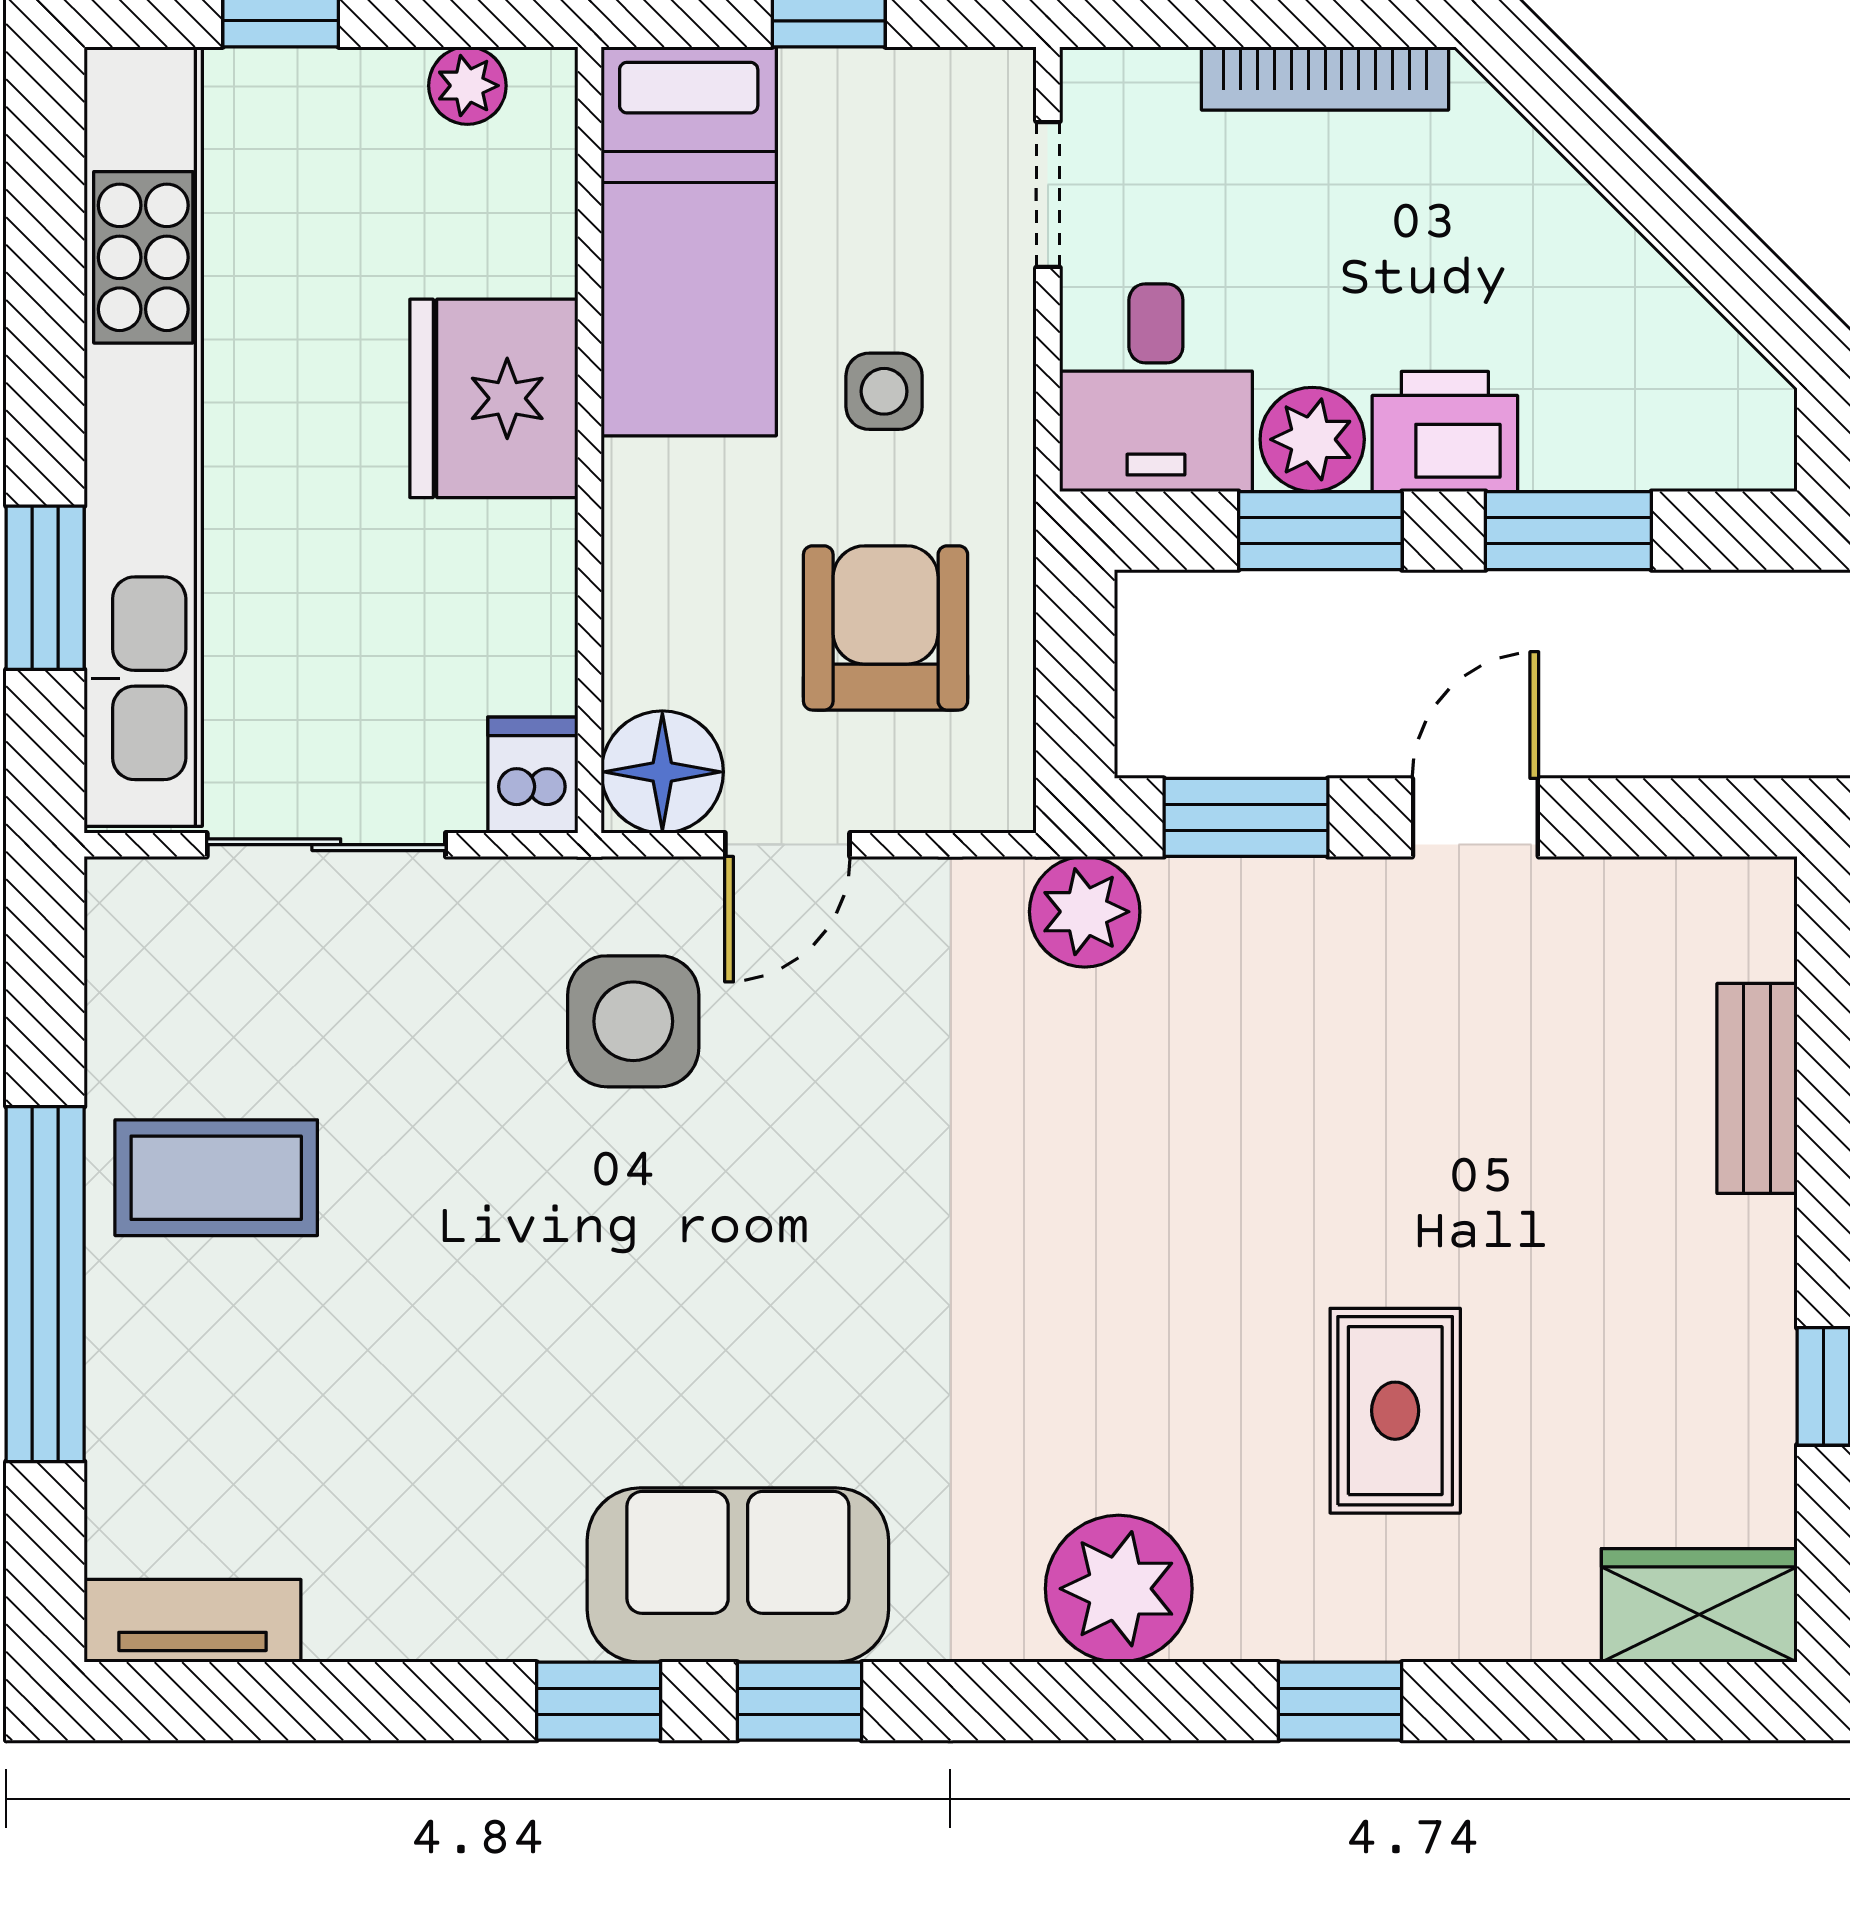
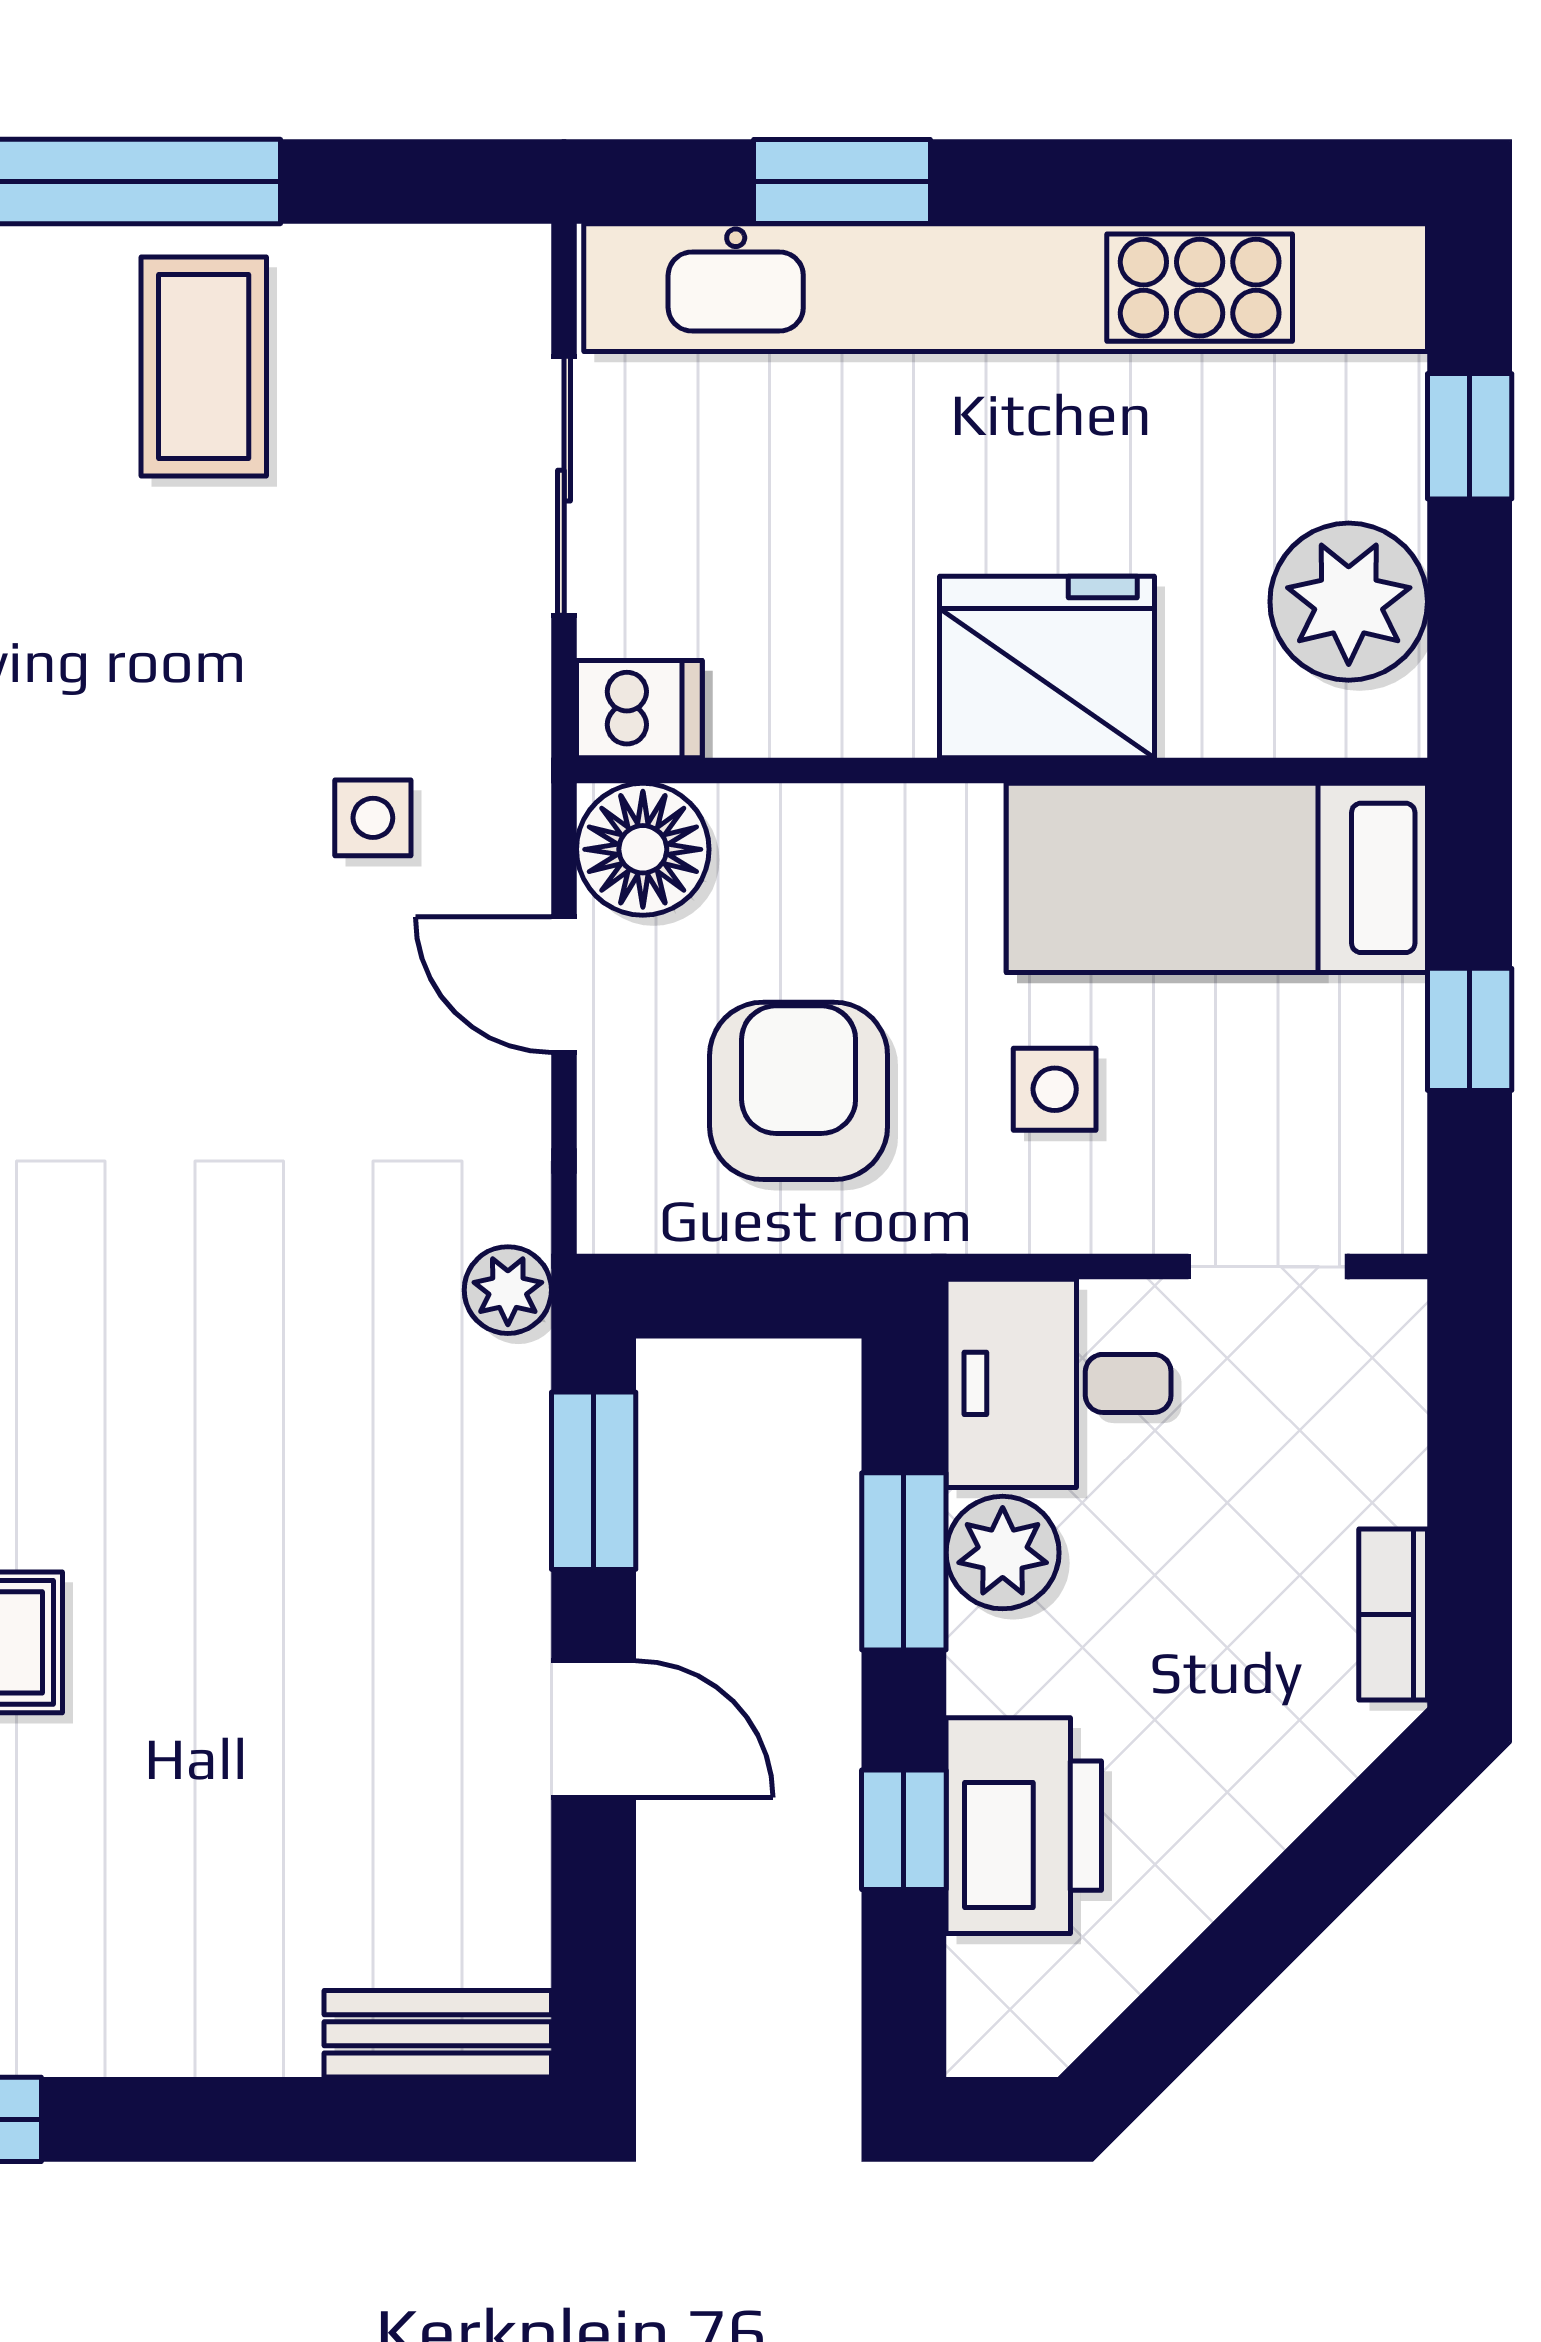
bookcase: (1325, 78) -> (1393, 1615), width x0.64
plant: (467, 86) -> (1349, 602), width x1.88, depth x1.88
printer: (1445, 432) -> (1024, 1826), moved, width x1.37, depth x1.19
window: (1568, 531) -> (904, 1830), width x0.67
armchair: (886, 628) -> (799, 1091), turned -90
plant: (1085, 912) -> (508, 1290), width x0.73, depth x0.73
side table: (633, 1021) -> (373, 818), width x0.54, depth x0.54
bench: (1757, 1088) -> (438, 2034), moved

